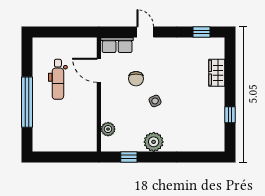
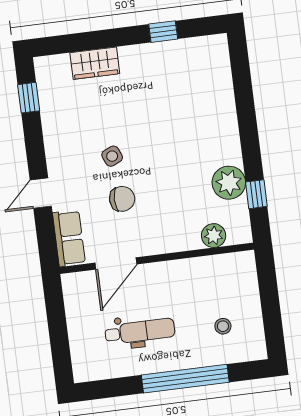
side table: (155, 101) -> (112, 156), moved
stool: (55, 128) -> (223, 326), added
plant: (154, 142) -> (229, 183), moved

